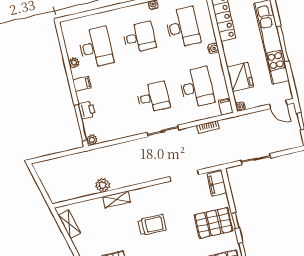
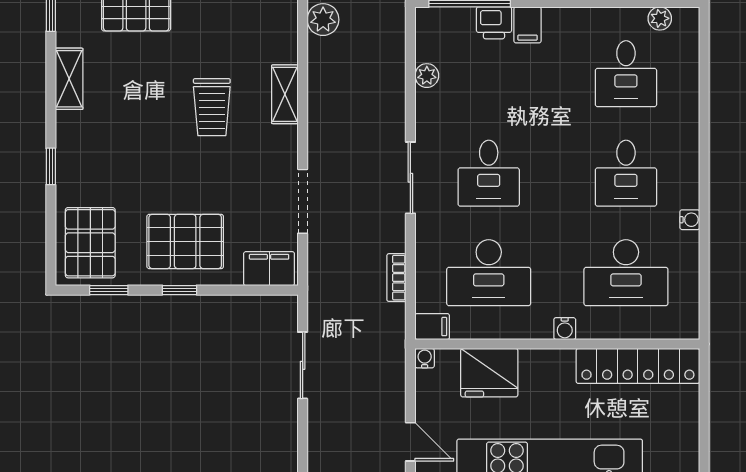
desk: (96, 47) -> (626, 74), width x0.73
plant: (74, 63) -> (660, 18), moved
filing cabinet: (82, 84) -> (528, 25), moved
door: (278, 104) -> (410, 442), swing flipped
plant: (92, 140) -> (427, 76), moved
shelving: (116, 199) -> (285, 94), moved
pallet: (214, 223) -> (185, 241), turned 90

